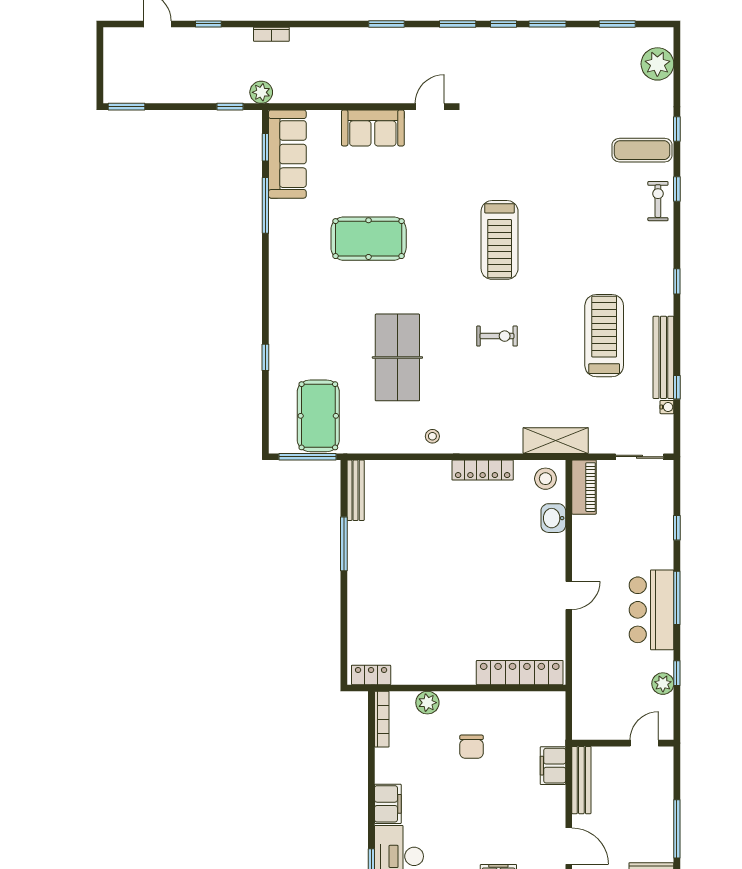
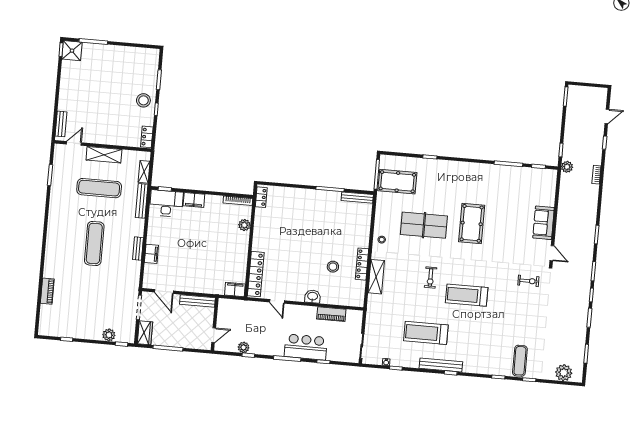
sofa: (287, 154) -> (534, 177), removed
exercise bike: (658, 201) -> (528, 281), moved
pool table: (369, 239) -> (472, 223), moved
treadmill: (500, 240) -> (467, 295), moved
treadmill: (604, 336) -> (426, 333), turned 180
bench: (663, 357) -> (441, 365), moved
shelving: (556, 441) -> (376, 277), moved
stool: (545, 479) -> (333, 267), moved
piano: (584, 487) -> (331, 314), moved
washbasin: (553, 518) -> (313, 296), moved
door: (569, 595) -> (277, 301), moved
bar counter: (651, 610) -> (306, 347), moved
door: (644, 743) -> (214, 335), hinge flipped
chair: (472, 747) -> (220, 246), removed
filing cabinet: (553, 766) -> (235, 289), moved
door: (569, 846) -> (164, 291), hinge flipped

